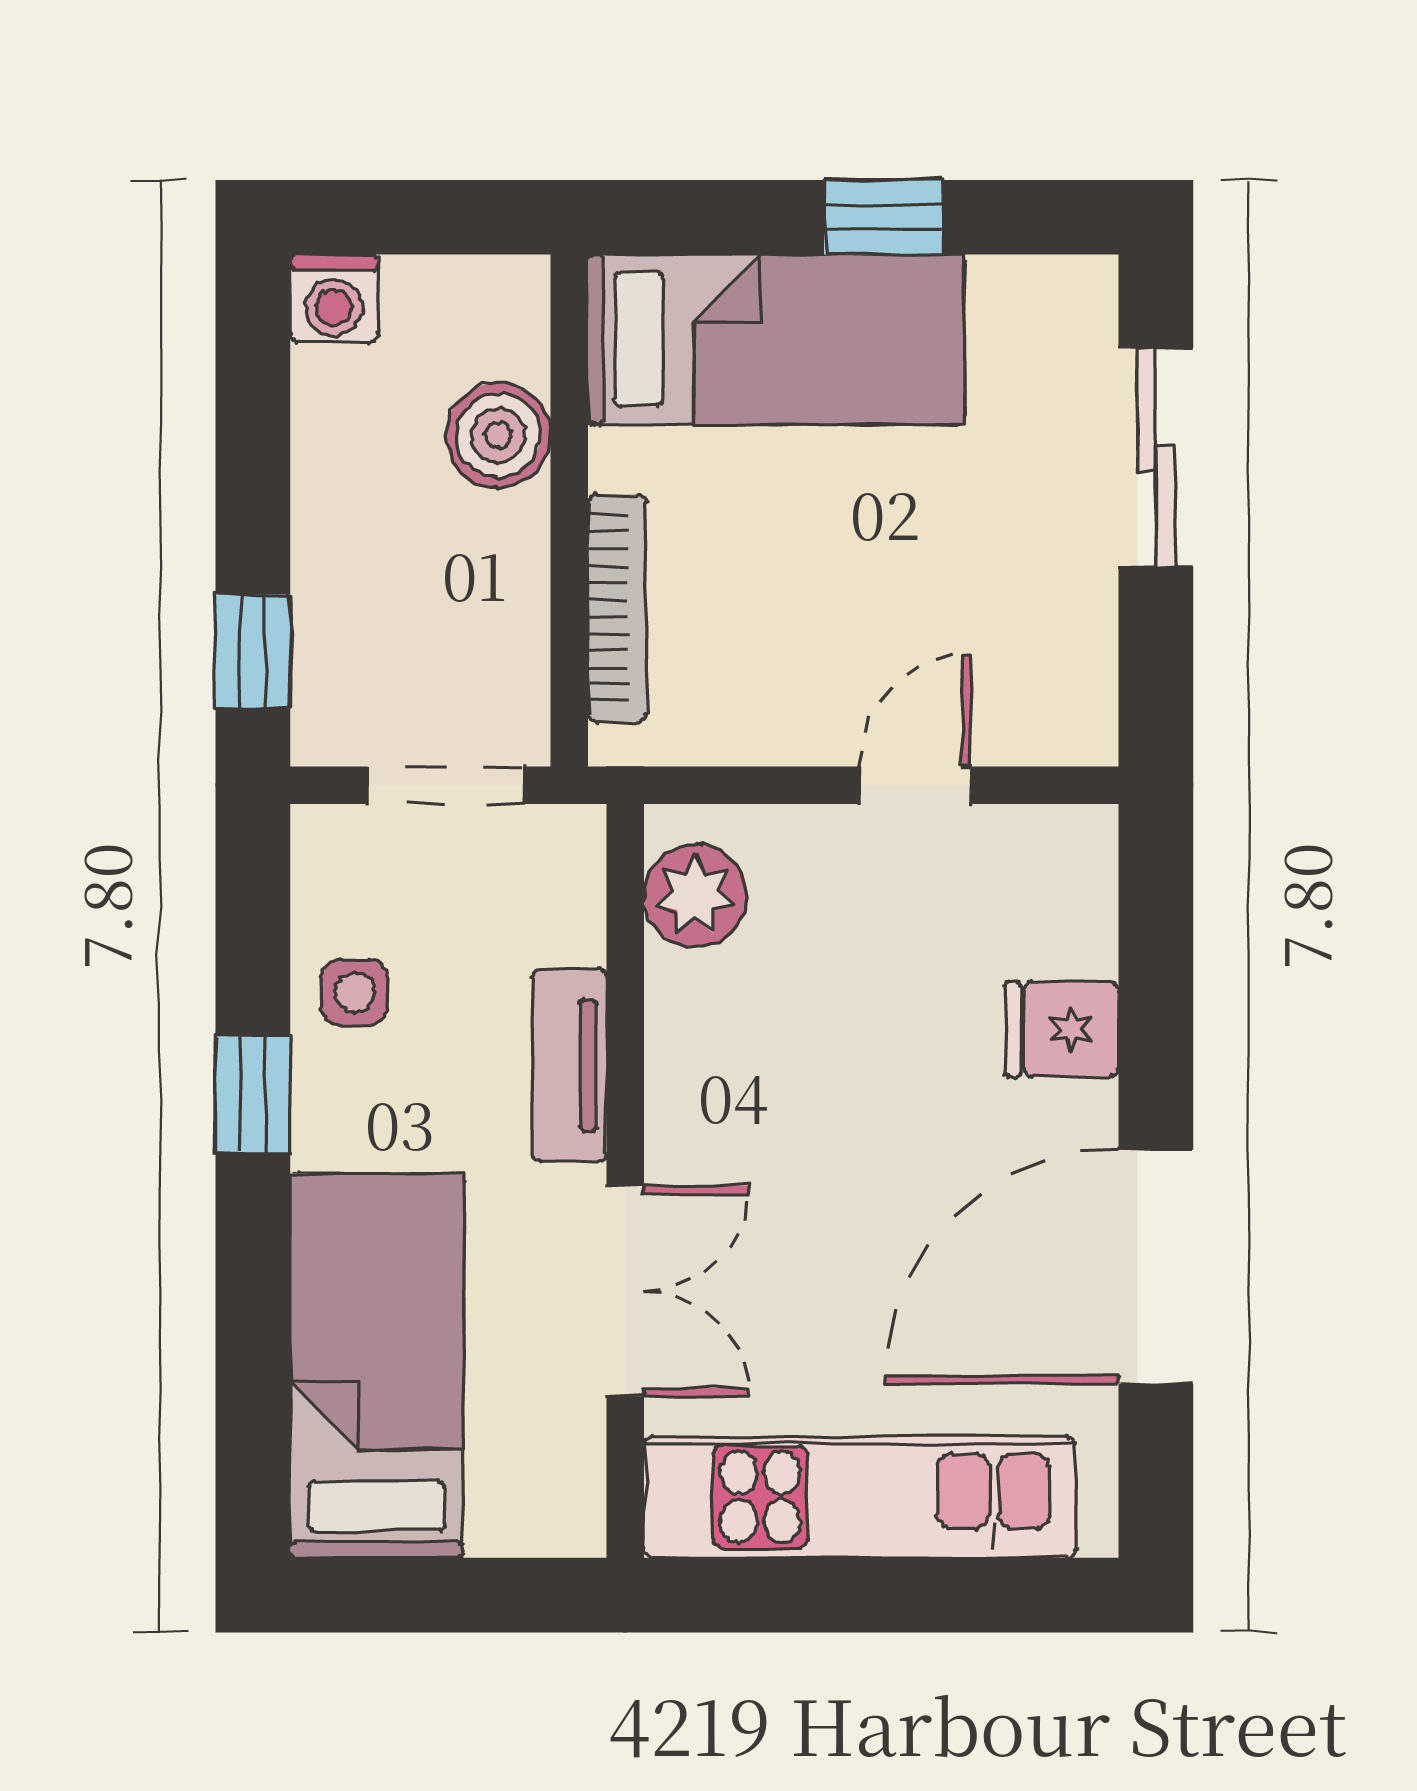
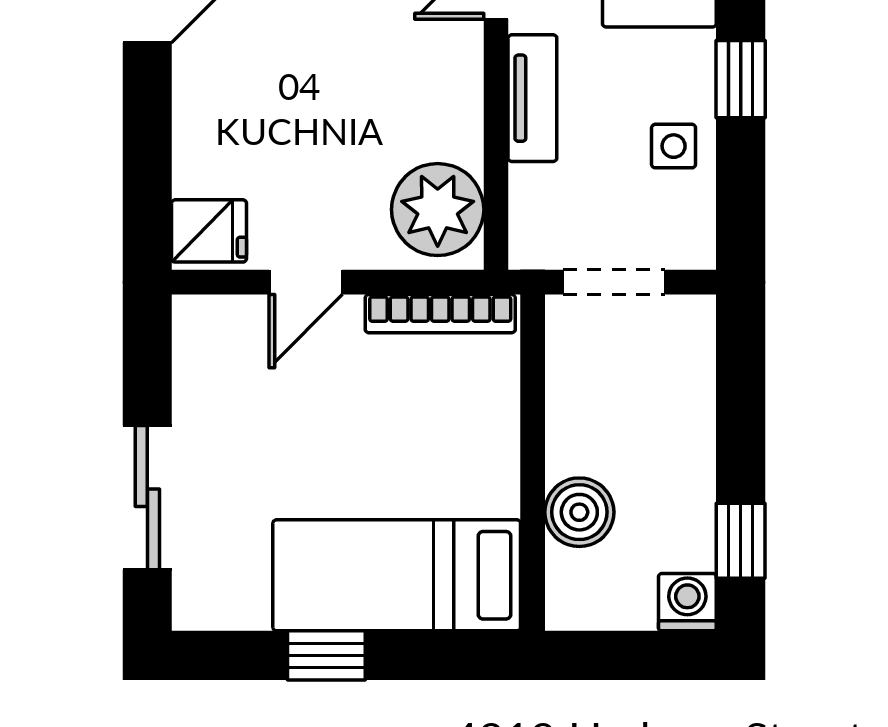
bookcase: (617, 608) -> (440, 314), moved, turned -90
window: (253, 652) -> (741, 541), moved
plant: (695, 896) -> (438, 210), width x1.36, depth x1.36
fridge: (1062, 1029) -> (209, 231), moved

